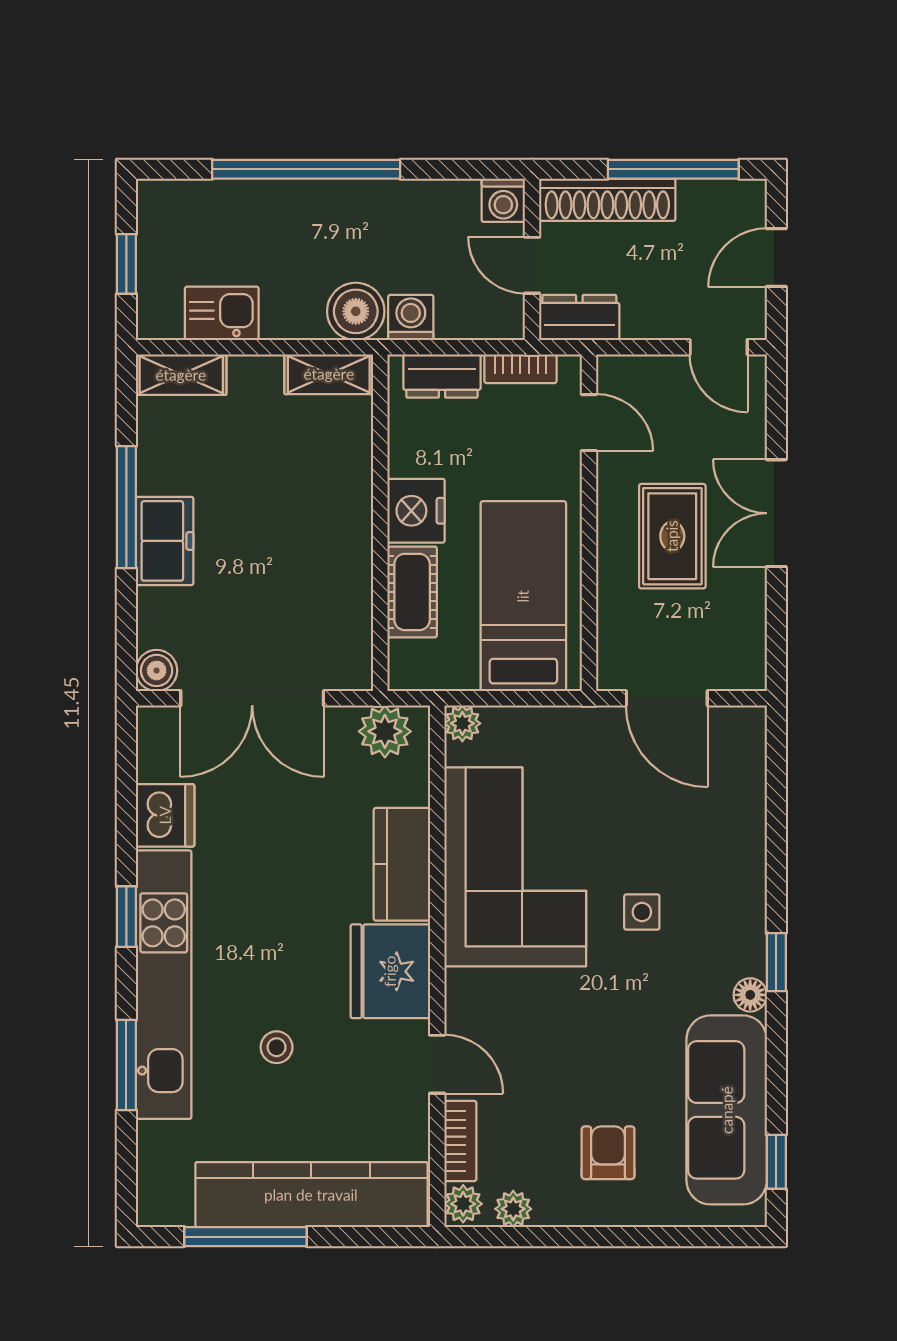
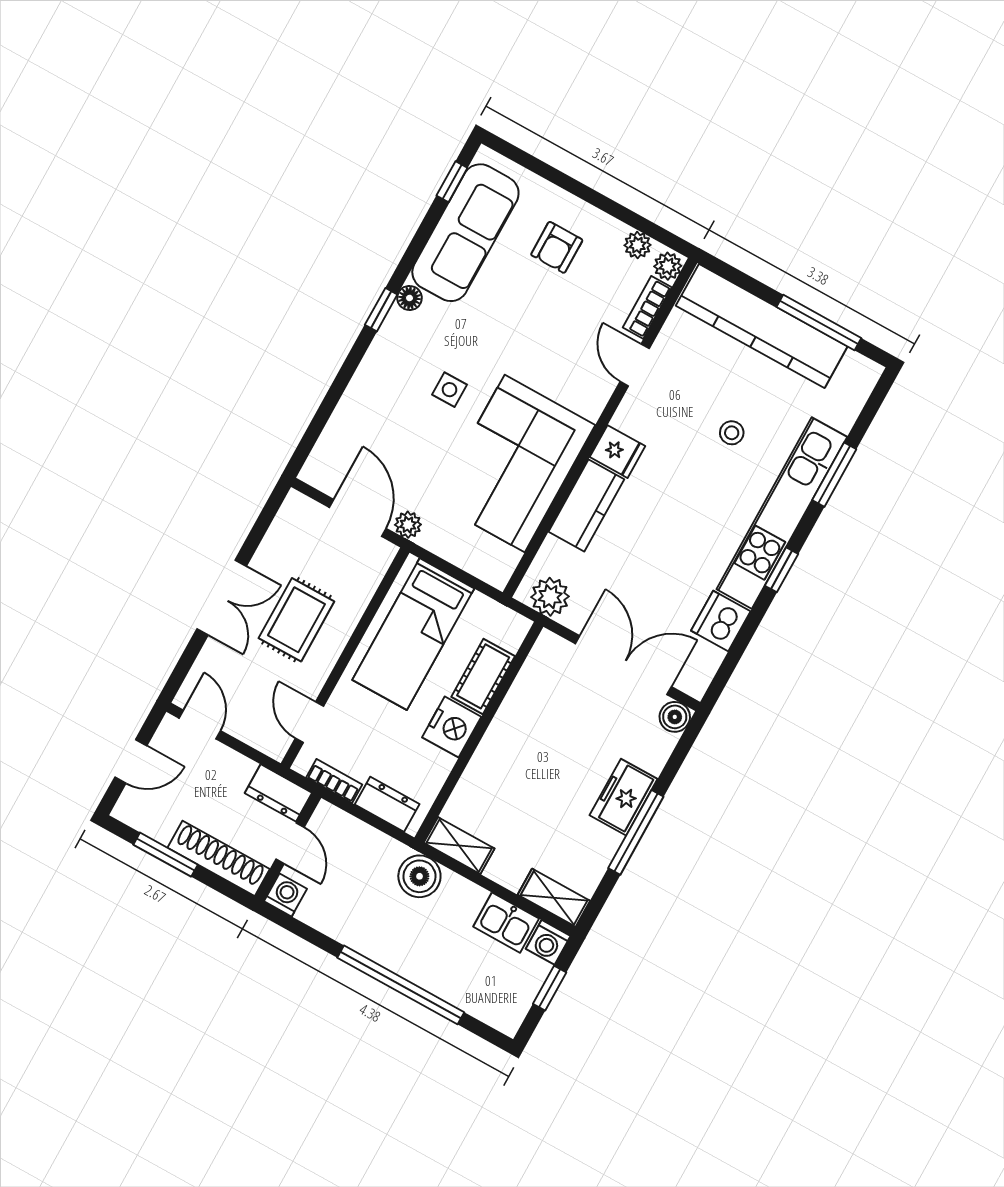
window: (673, 169) -> (165, 855), width x0.69
washing machine: (411, 317) -> (548, 942), moved
plant: (462, 723) -> (408, 525), moved
fridge: (390, 971) -> (618, 452), width x0.53, depth x0.75

